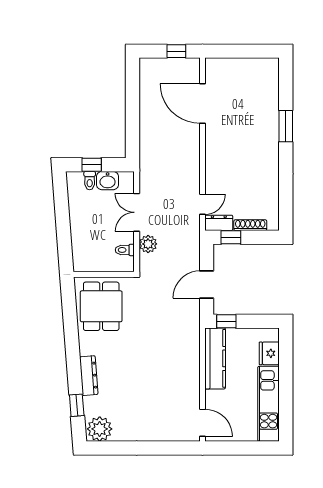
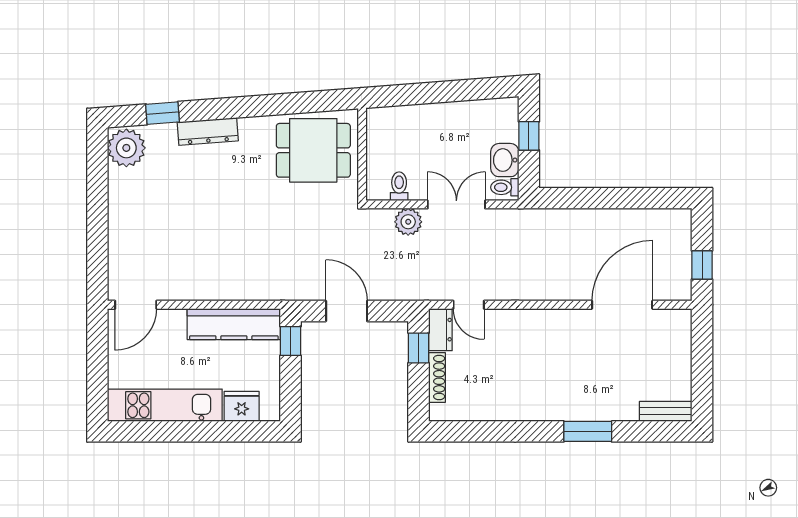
bench: (273, 75) -> (666, 411), added
toilet: (90, 181) -> (505, 187), moved

